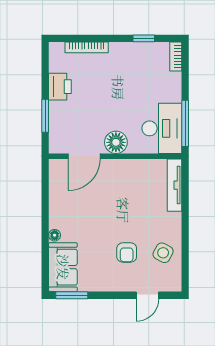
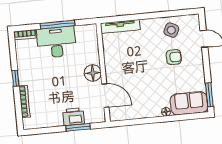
window: (144, 38) -> (15, 78), moved
printer: (60, 87) -> (73, 117), moved
window: (185, 123) -> (58, 25), moved
desk: (162, 128) -> (56, 42), moved

